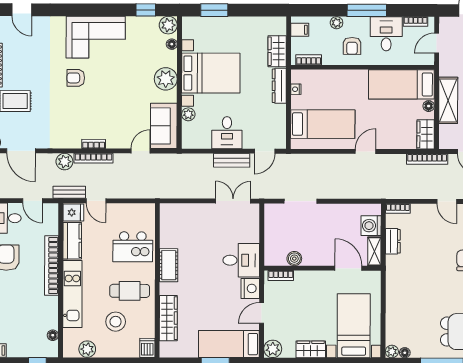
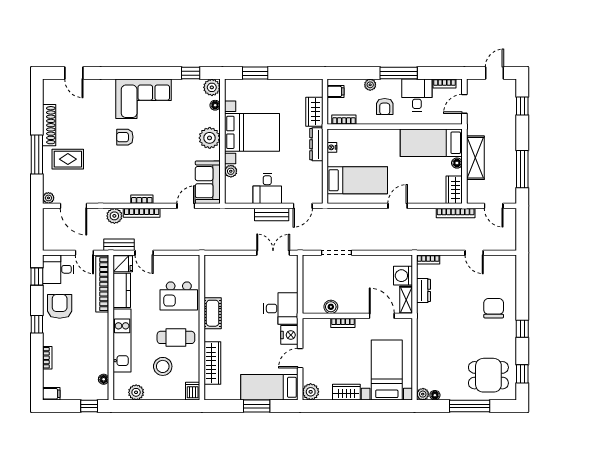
bookcase: (52, 265) -> (102, 284), moved
bookcase: (281, 276) -> (343, 323), moved

